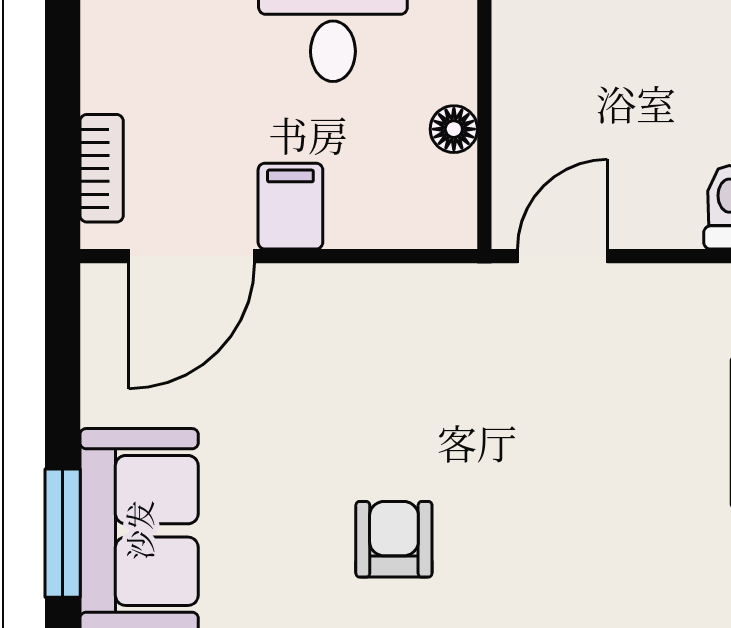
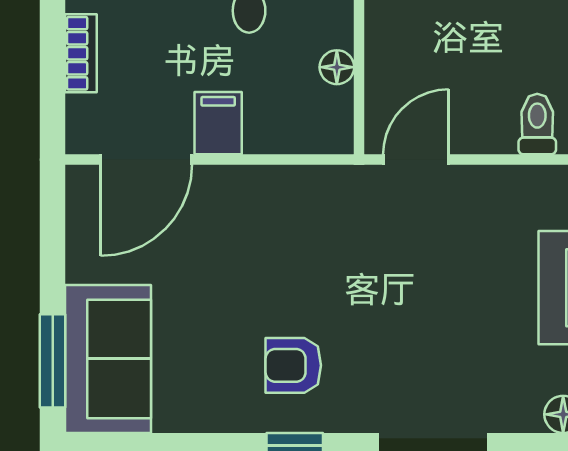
bookcase: (102, 168) -> (81, 53), moved
armchair: (394, 539) -> (293, 365), turned -90

